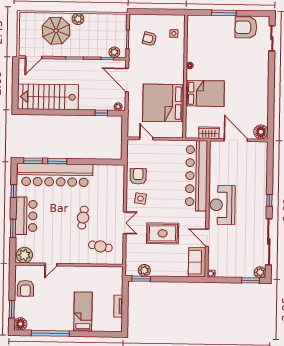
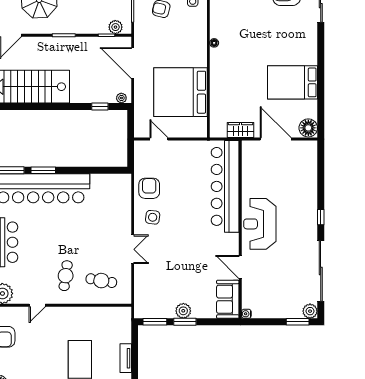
bed: (205, 93) -> (293, 82), moved, turned 180
cafe table: (83, 218) -> (66, 276), moved
rug: (163, 233) -> (182, 262), removed
plant: (144, 270) -> (183, 311), moved
window: (164, 279) -> (185, 322), added

